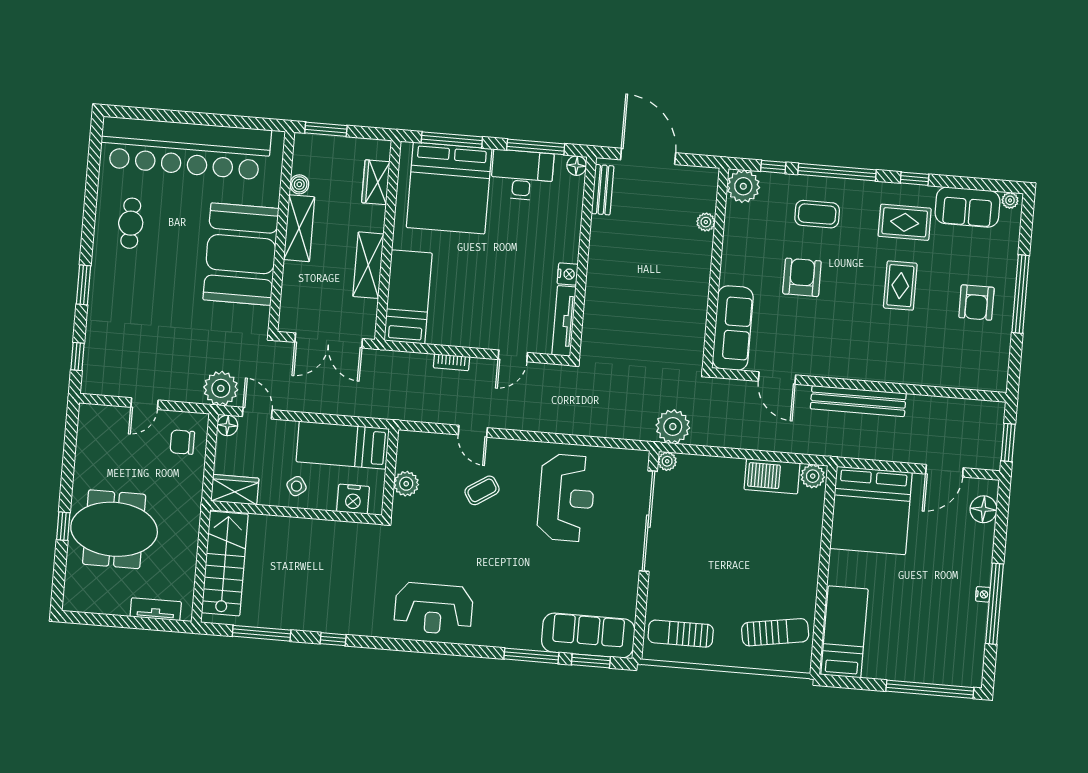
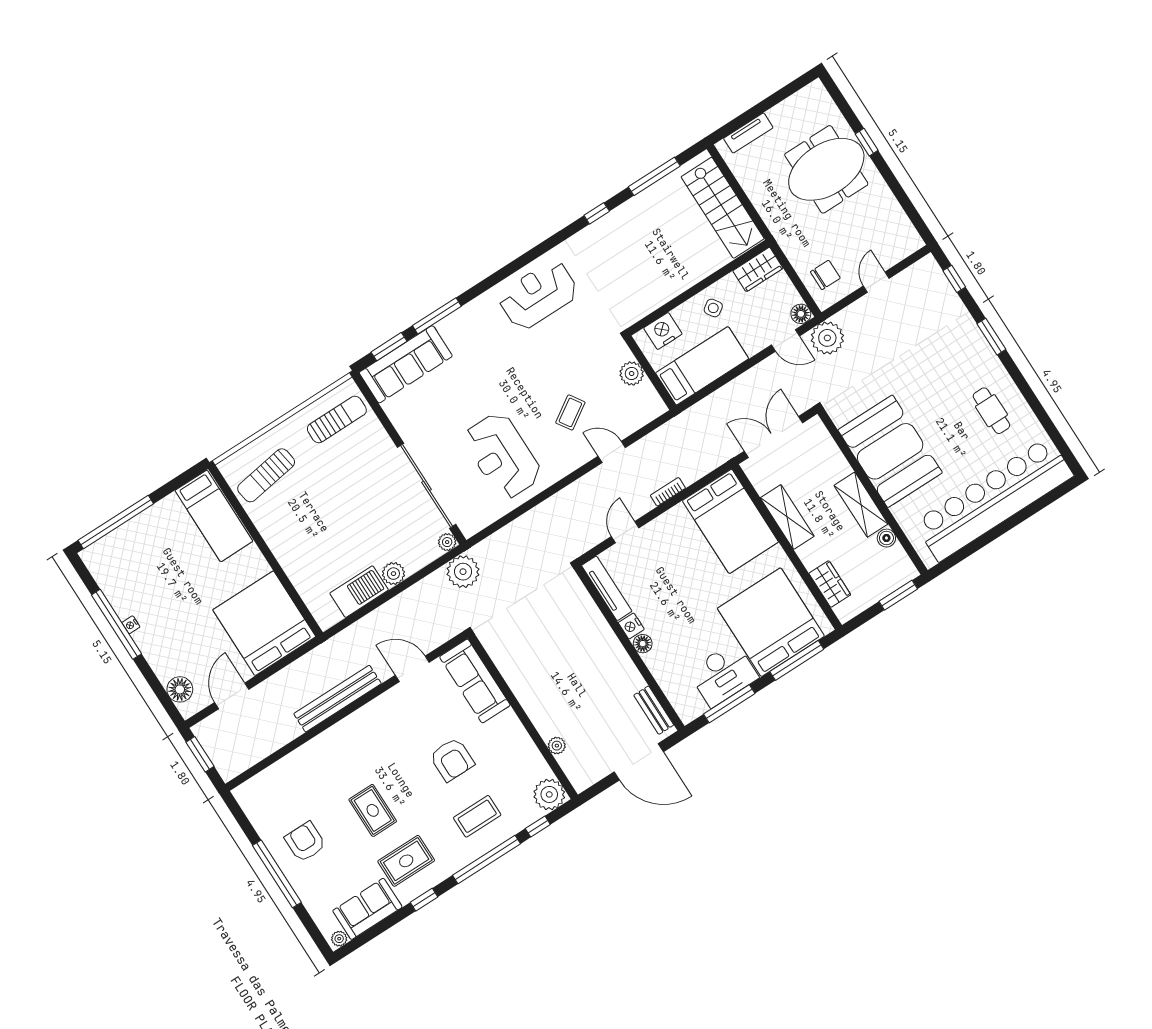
floor lamp: (577, 166) -> (643, 644), moved
bed: (408, 297) -> (730, 521), width x1.50
plant: (813, 476) -> (393, 574), moved

